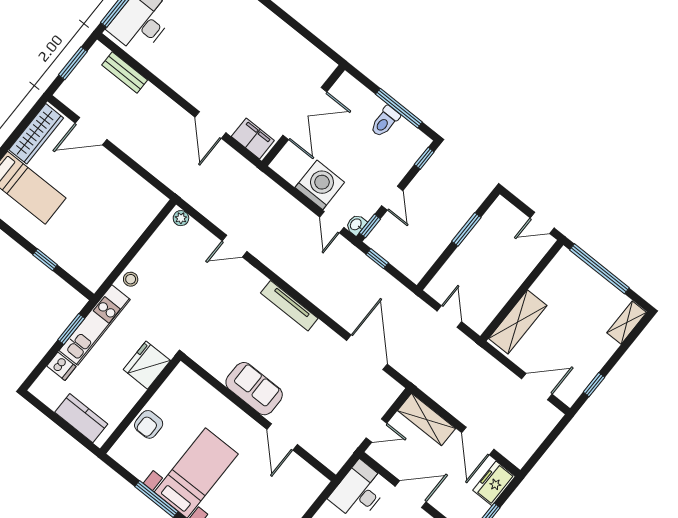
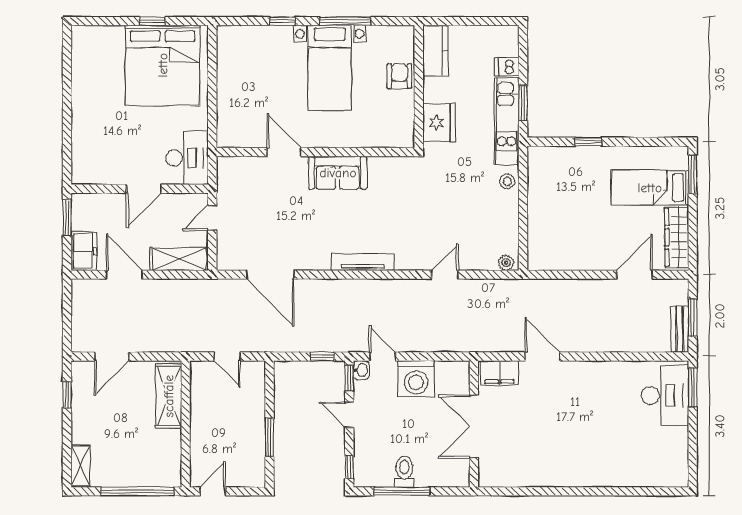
bench: (125, 73) -> (680, 329), moved, turned 90
kitchen counter: (81, 418) -> (435, 50), moved, turned -90

